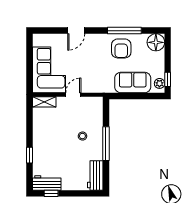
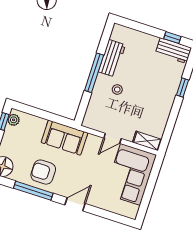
door: (76, 31) -> (75, 204), moved
armchair: (121, 48) -> (43, 172), turned -90
sofa: (133, 82) -> (64, 138), moved
workbench: (95, 176) -> (112, 58), moved

